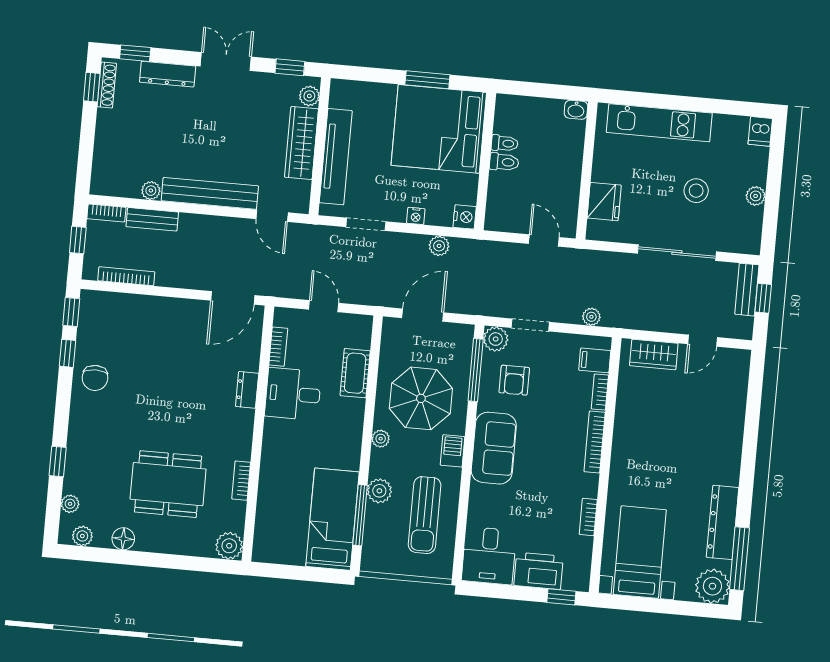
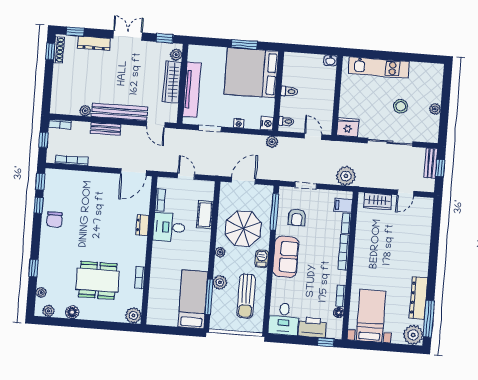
dishwasher: (760, 131) -> (437, 72), removed
toilet: (505, 143) -> (286, 121), moved
fridge: (604, 202) -> (348, 127), moved, turned -90
bench: (152, 219) -> (106, 129), moved
plant: (439, 246) -> (272, 142), moved
plant: (591, 317) -> (346, 176), width x1.87, depth x1.87
plant: (496, 339) -> (286, 194), removed
floor lamp: (584, 546) -> (339, 313), added

